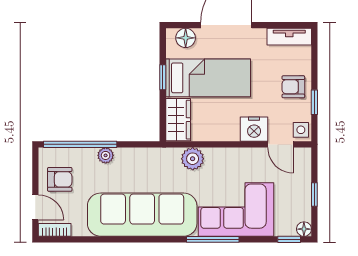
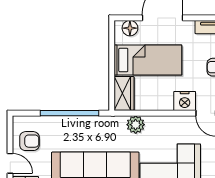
window: (163, 77) -> (112, 60), removed
window: (80, 144) -> (70, 113), moved
plant: (106, 155) -> (66, 122), removed

